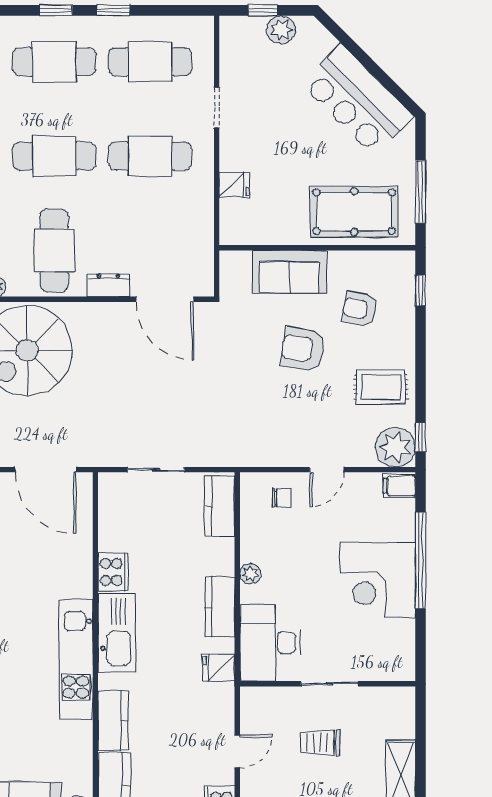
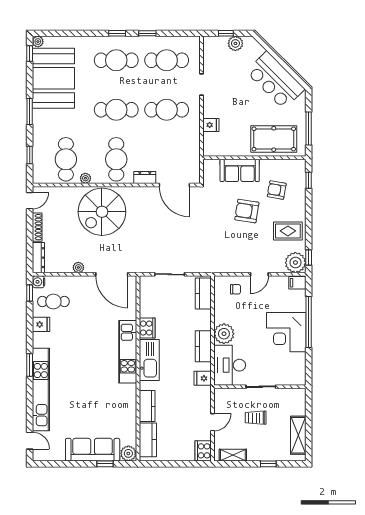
plant: (250, 574) -> (224, 334), width x1.88, depth x1.88
kitchen unit: (76, 659) -> (128, 352), moved

